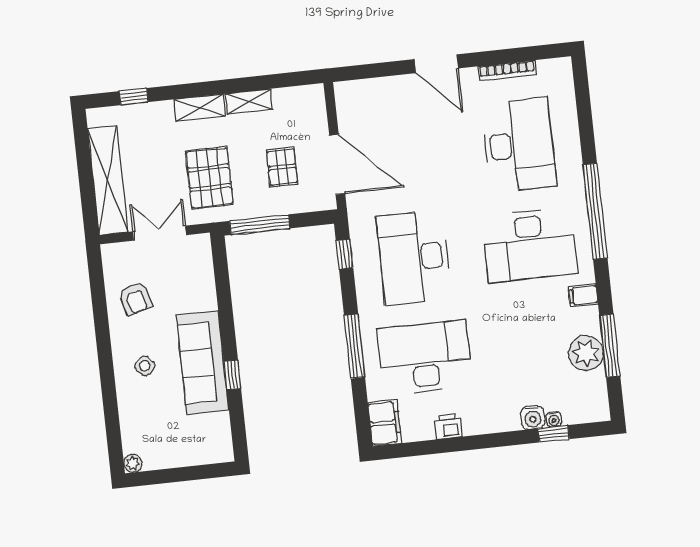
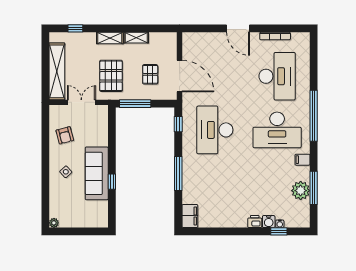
desk: (425, 358) -> (215, 184), removed
printer: (448, 427) -> (255, 222), moved

